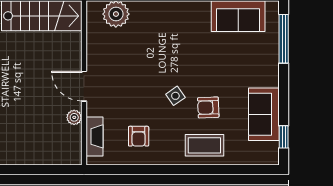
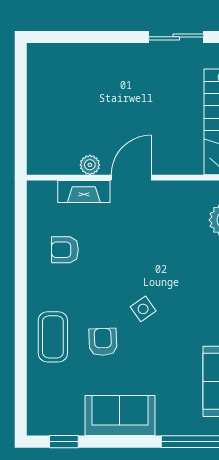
side table: (175, 96) -> (143, 309), moved
sofa: (264, 114) -> (120, 415), moved
fireplace: (94, 136) -> (84, 192), moved

